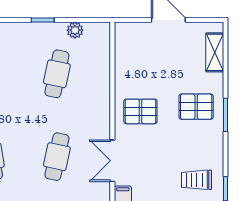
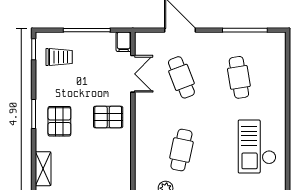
pallet: (196, 107) -> (59, 121), turned 90
cafe table: (57, 157) -> (181, 77), turned -33

